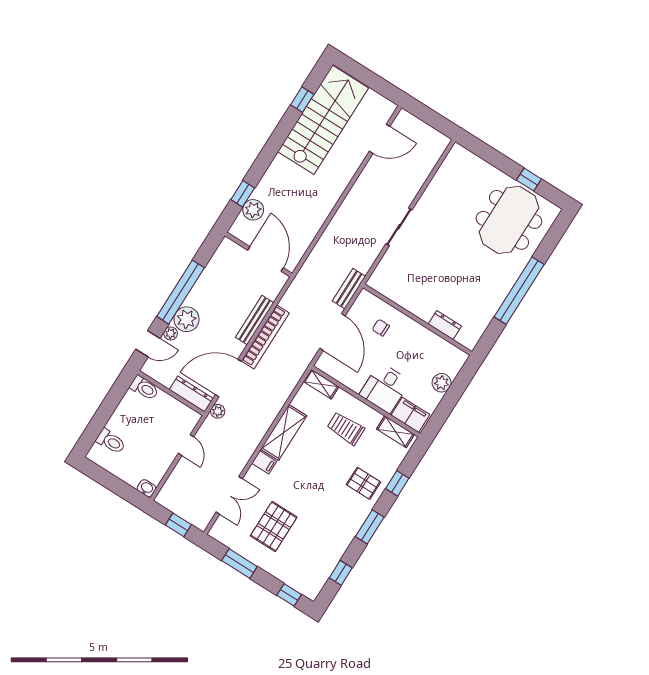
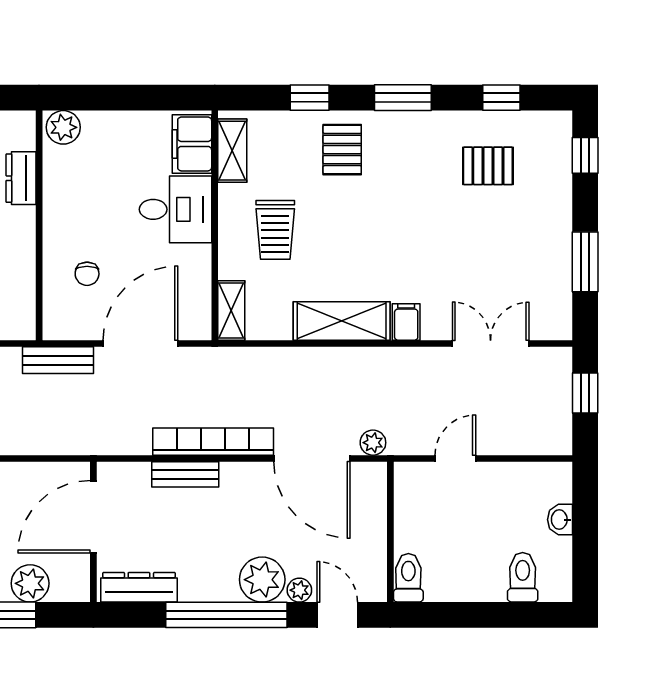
bench: (255, 320) -> (185, 474), width x0.73
plant: (442, 383) -> (63, 127), moved
dresser: (191, 394) -> (139, 587), moved, turned 90
washbasin: (147, 488) -> (560, 520), moved
pallet: (274, 526) -> (488, 166), moved, width x0.67, depth x0.71

